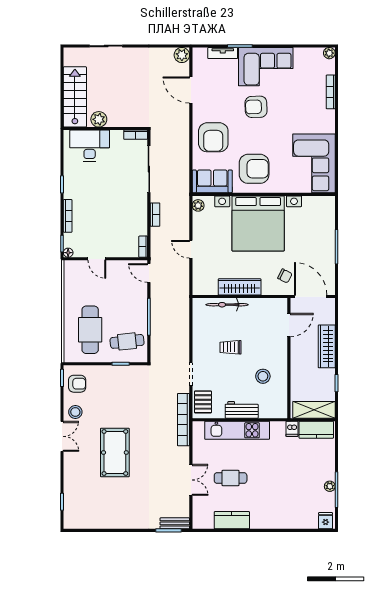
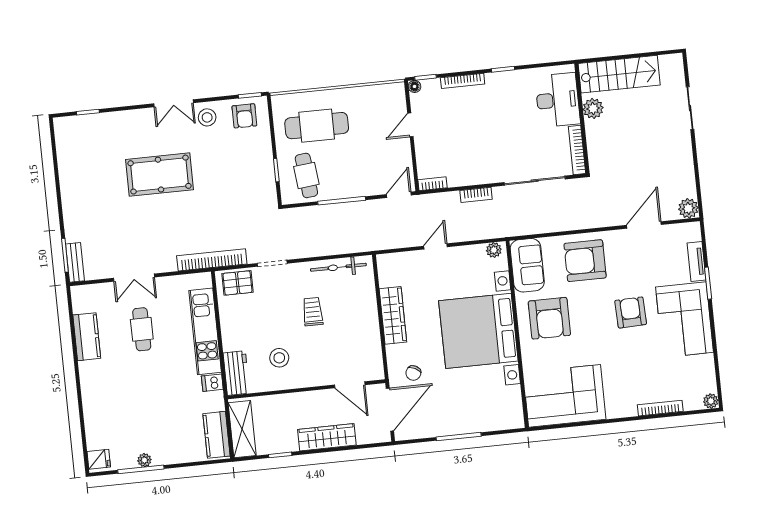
bookcase: (136, 135) -> (577, 150), width x1.56
bicycle: (227, 305) -> (338, 267), moved, turned -90
workbench: (242, 410) -> (236, 373), moved
dishwasher: (292, 429) -> (212, 383), moved

